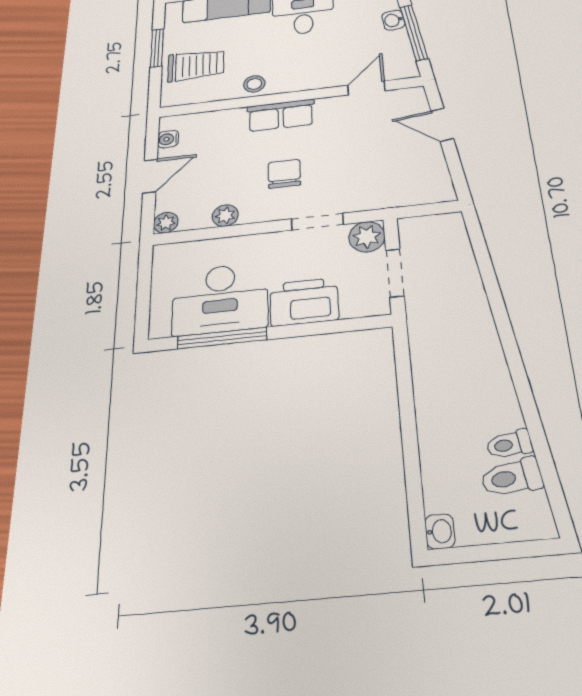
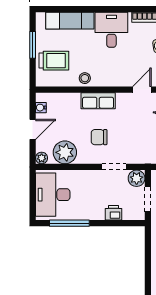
chair: (284, 174) -> (99, 137), turned -90
plant: (225, 216) -> (65, 152), width x1.87, depth x1.87
desk: (220, 299) -> (53, 195), moved, turned 90
printer: (304, 302) -> (113, 213), width x0.53, depth x0.68

